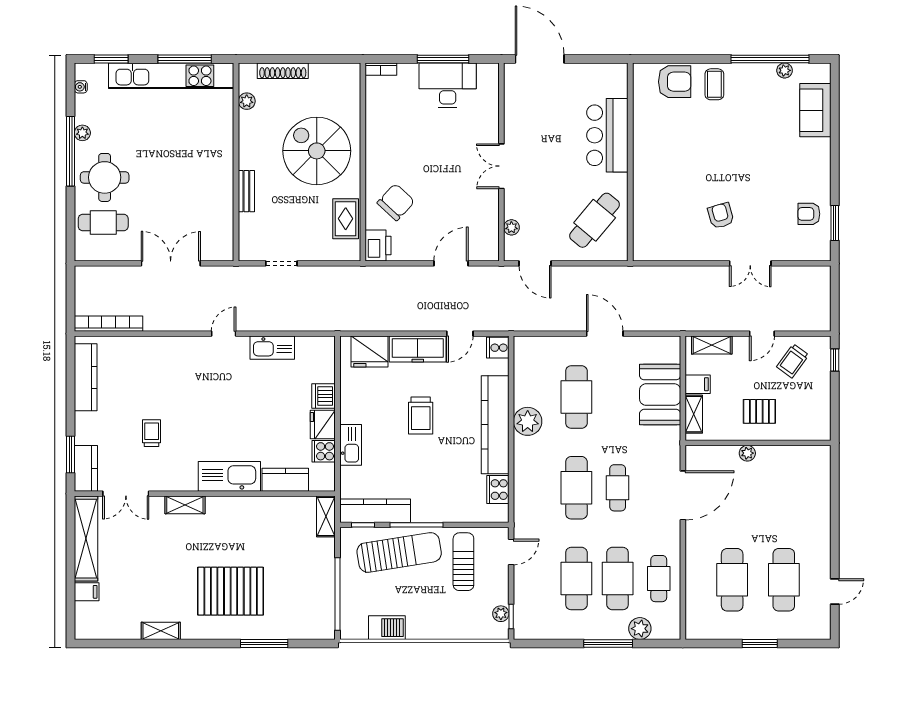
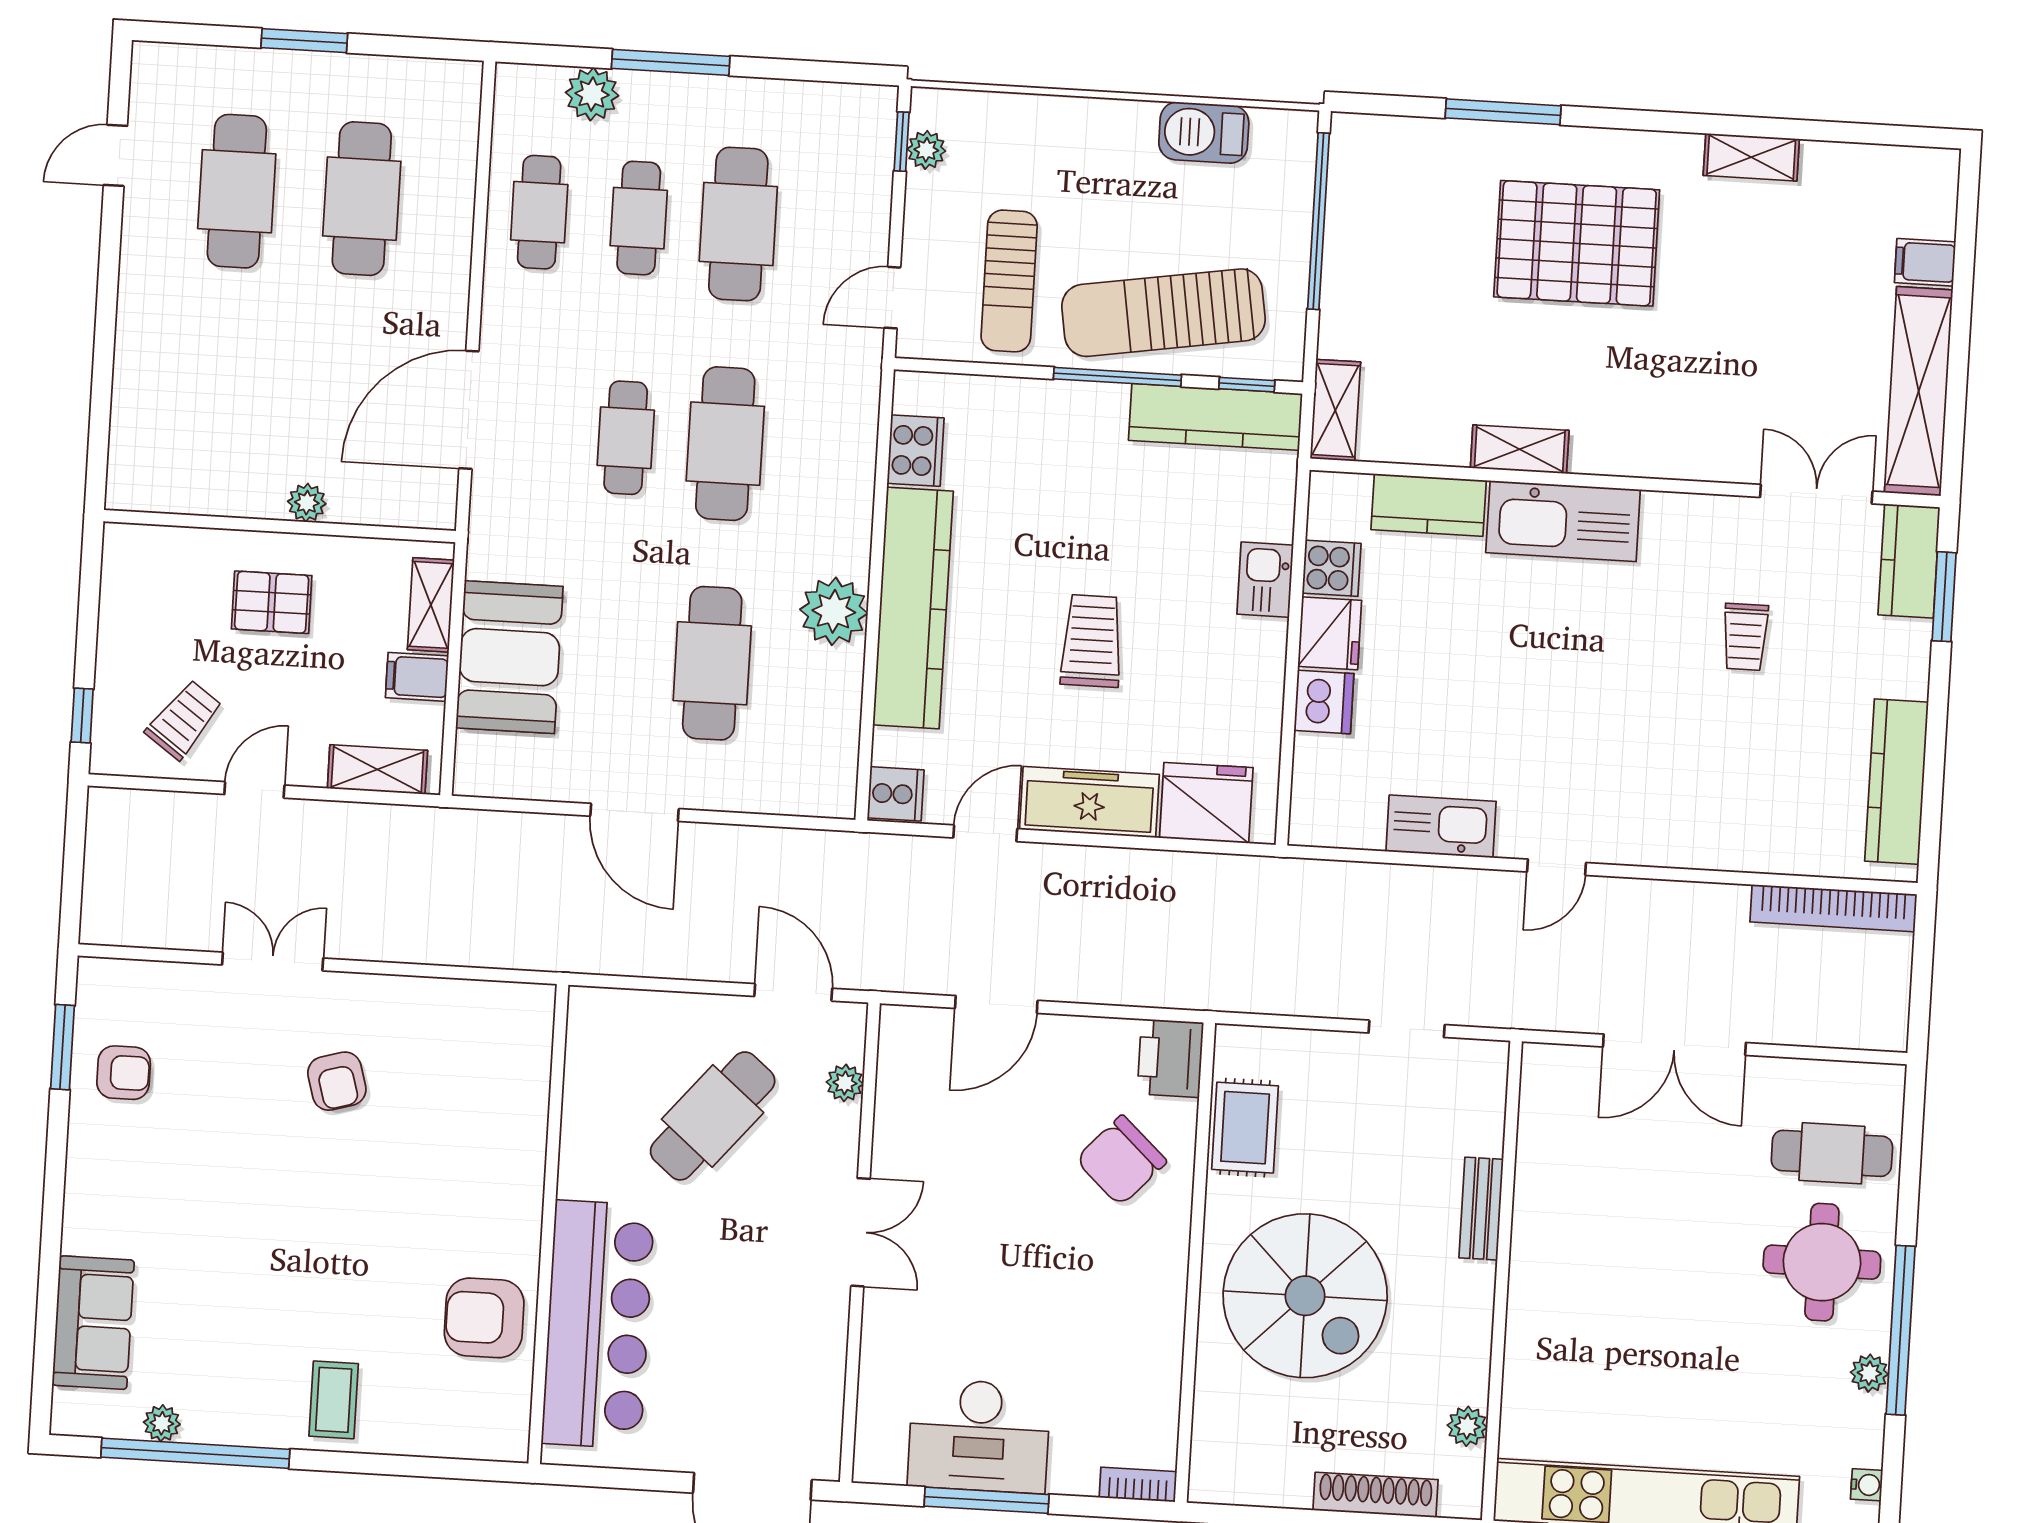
armchair: (675, 82) -> (484, 1318), moved
bar counter: (607, 135) -> (598, 1324), width x1.36
cafe table: (595, 220) -> (713, 1116), moved
kitchen sink: (351, 445) -> (1265, 580), width x0.73
shelving: (185, 505) -> (1520, 449), moved
cafe table: (618, 579) -> (639, 218), width x0.73, depth x0.74

